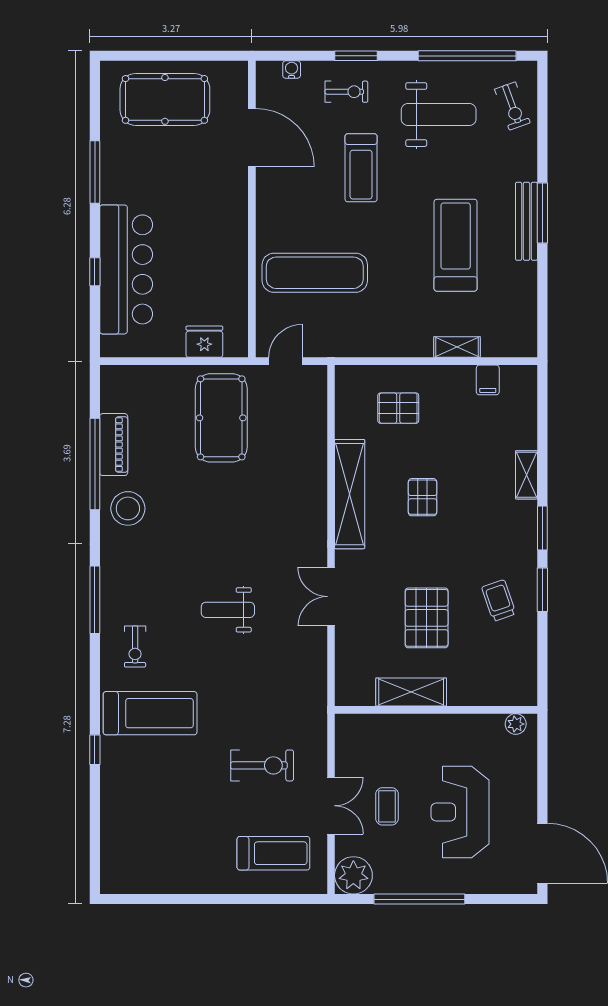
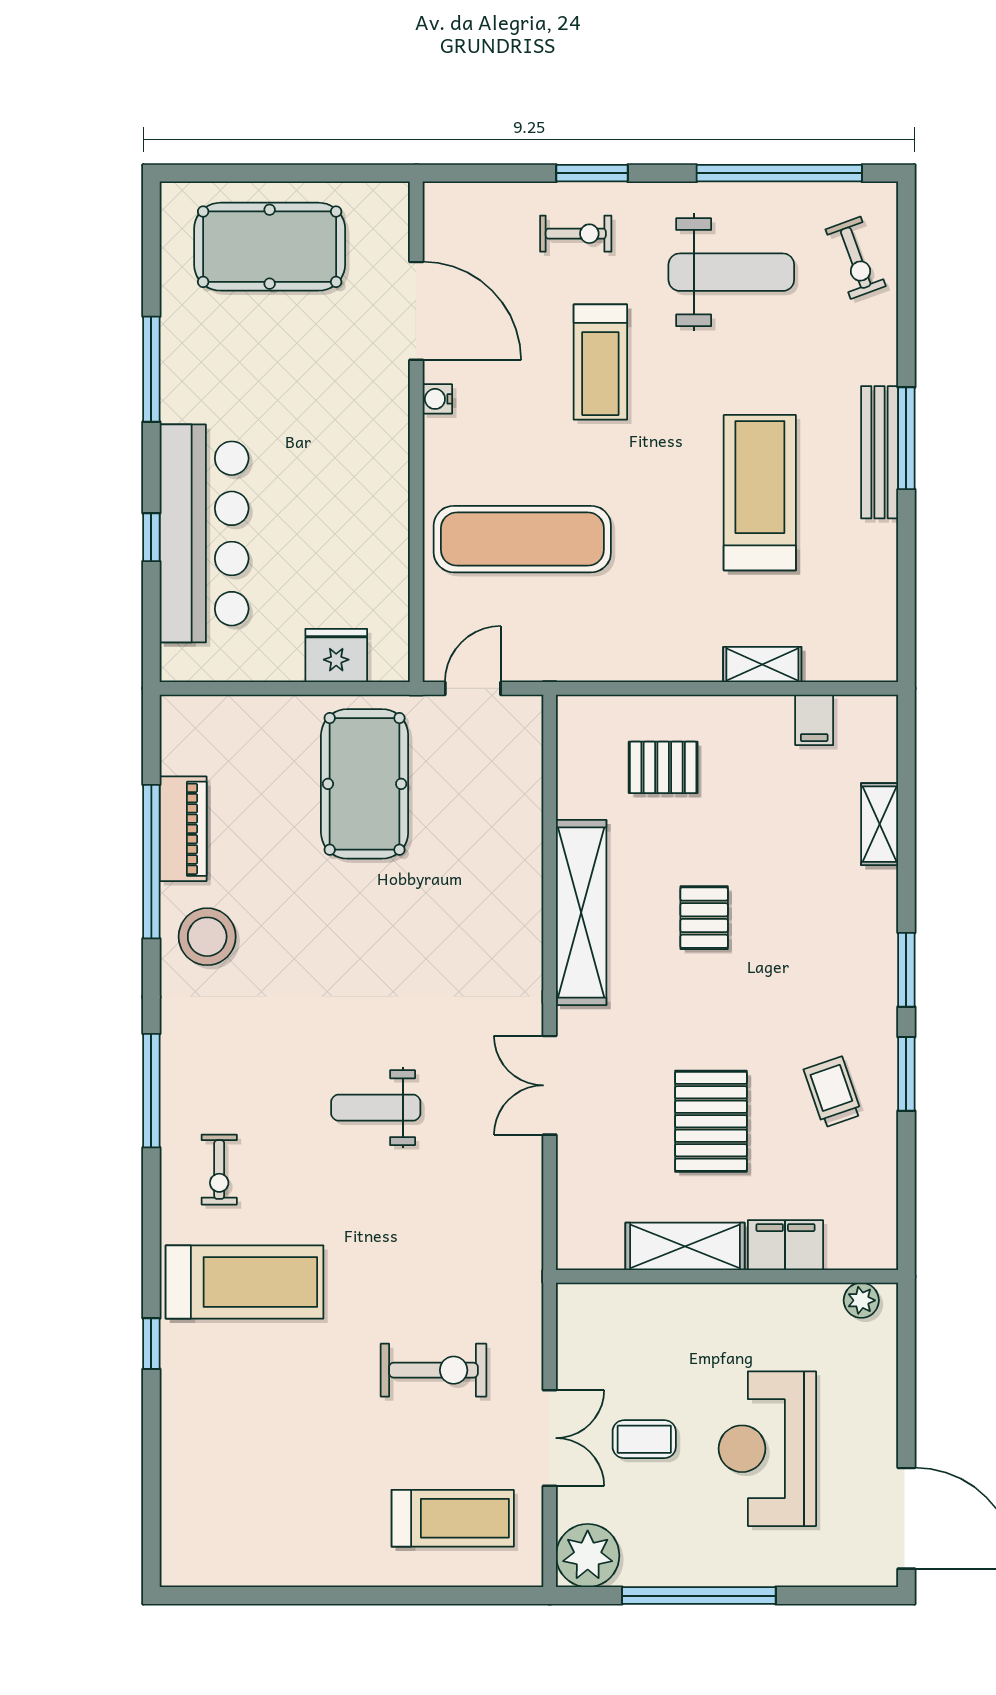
water cooler: (292, 70) -> (437, 399), moved, turned -90
shelving: (527, 475) -> (880, 824), moved
filing cabinet: (471, 691) -> (785, 1245), added
coffee table: (387, 806) -> (644, 1439), turned 90

